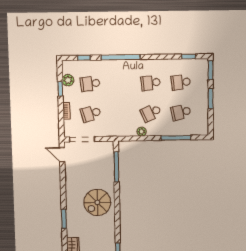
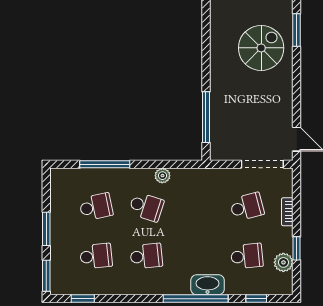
washbasin: (114, 66) -> (208, 285), added
school desk: (151, 113) -> (146, 207), turned 42
spiral stairs: (97, 202) -> (261, 48), moved

